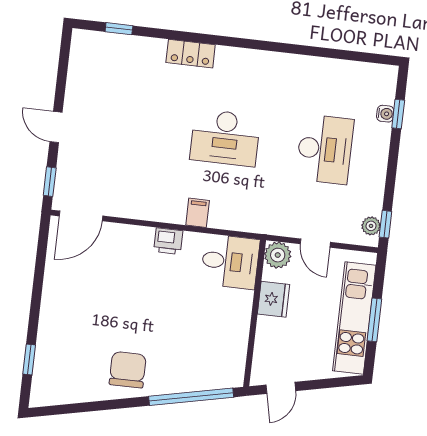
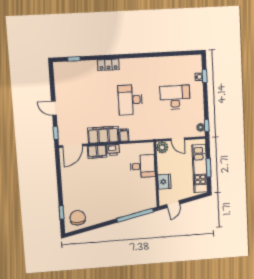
desk: (225, 138) -> (130, 100), turned 90
desk: (325, 149) -> (175, 97), turned -90
filing cabinet: (152, 204) -> (103, 135), added
filing cabinet: (132, 239) -> (97, 152), added
desk: (230, 262) -> (143, 166), moved
fridge: (274, 299) -> (164, 182), moved
chair: (128, 370) -> (78, 218), moved

